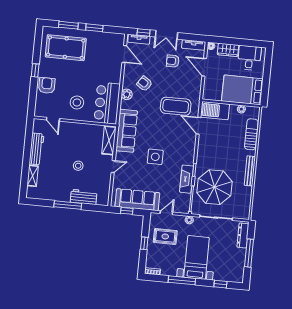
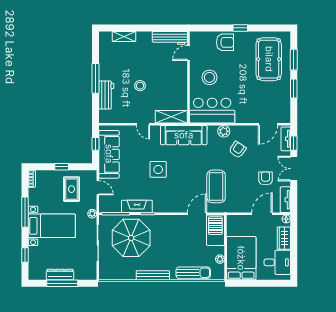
workbench: (36, 149) -> (170, 38), moved
dresser: (243, 235) -> (60, 274), moved

